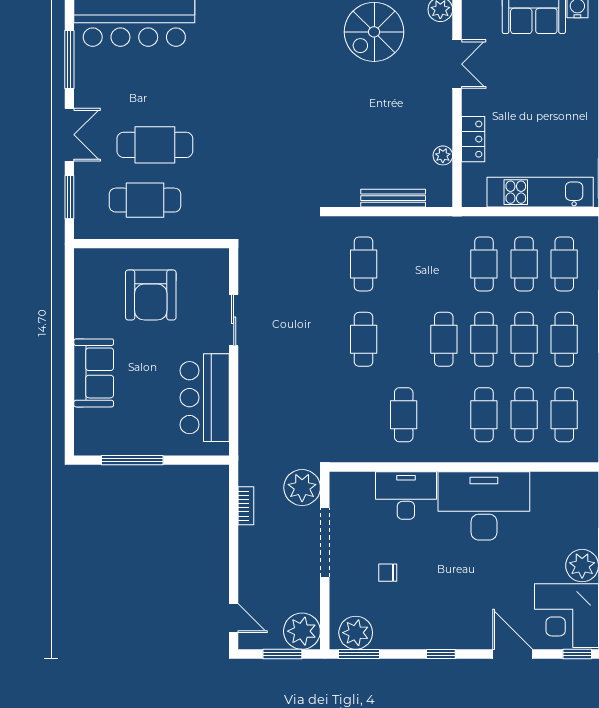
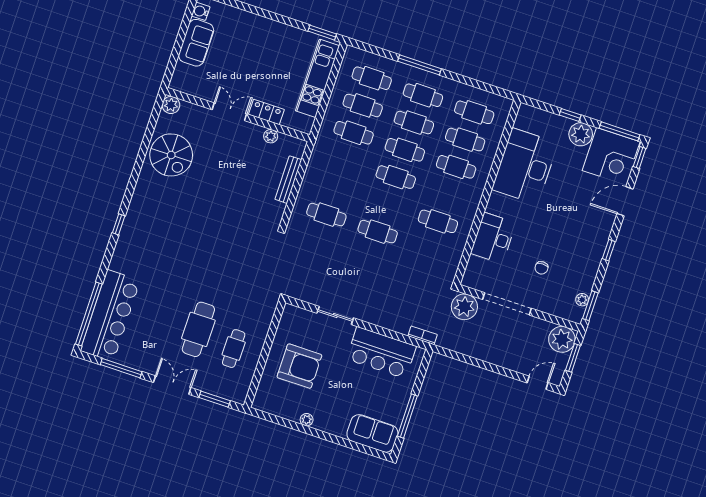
double door: (457, 64) -> (229, 112), moved
cafe table: (145, 200) -> (234, 349), width x0.73, depth x0.74
plant: (83, 328) -> (307, 420), added
sofa: (94, 373) -> (372, 433), moved
bookcase: (246, 506) -> (423, 335), moved
desk: (484, 506) -> (525, 166), moved
plant: (356, 633) -> (582, 300), width x0.53, depth x0.53

